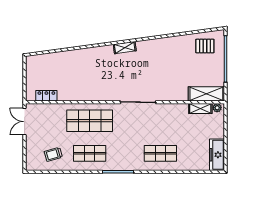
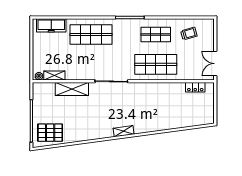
pallet: (205, 46) -> (50, 133), width x1.50, depth x1.42
shelving: (206, 94) -> (72, 89), moved
double door: (25, 122) -> (215, 64), swing flipped
shop shelf: (160, 153) -> (91, 34), width x1.43, depth x1.36
freezer: (217, 155) -> (51, 25), moved, turned 90

